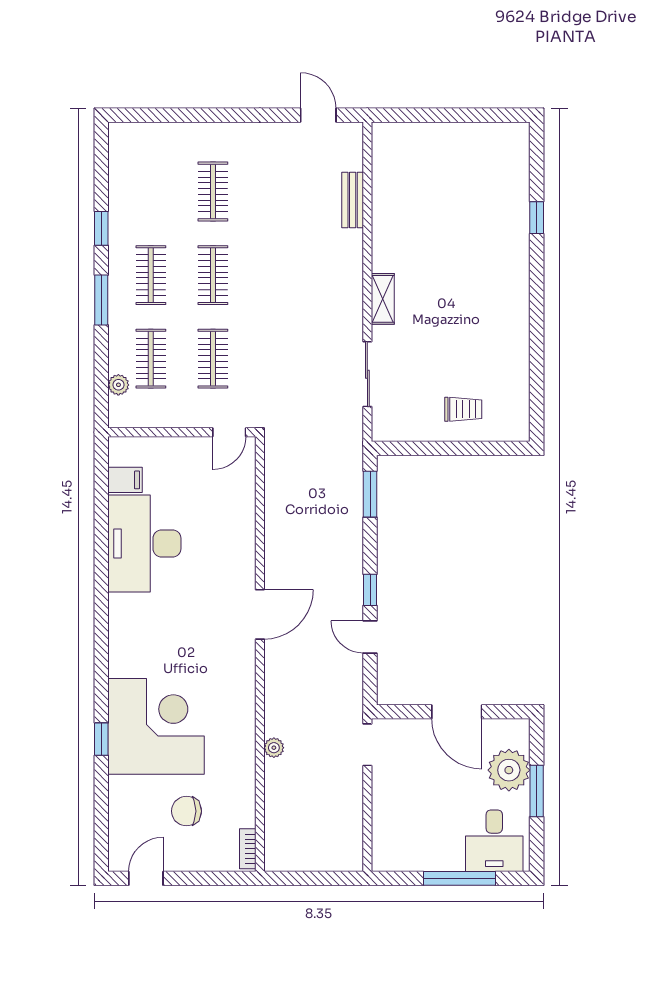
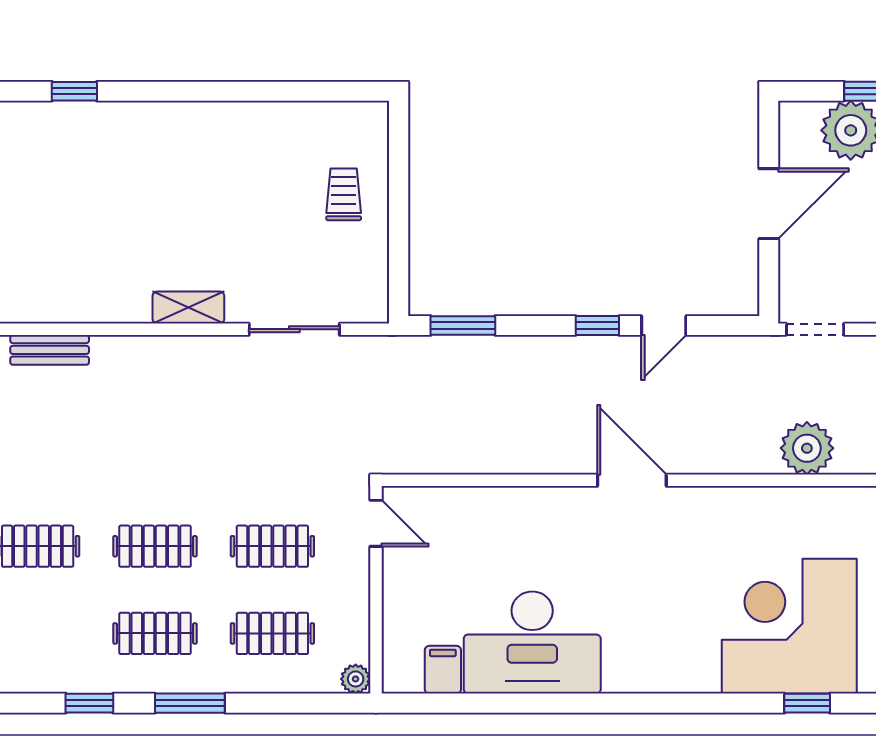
plant: (118, 385) -> (356, 679), moved
plant: (274, 748) -> (807, 448), width x1.87, depth x1.87

